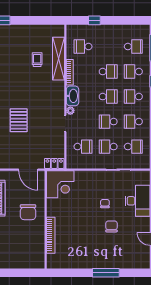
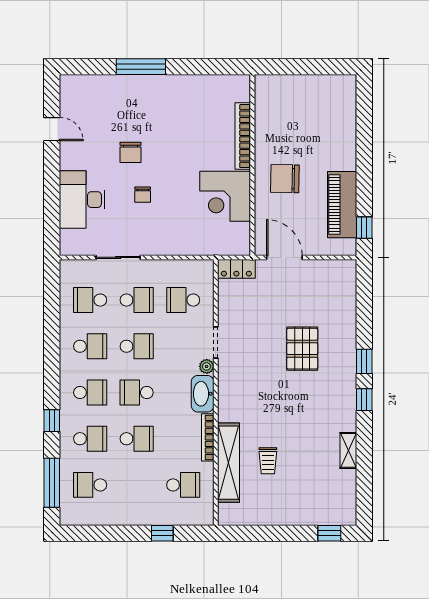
school desk: (108, 72) -> (137, 439), turned 180
corner desk: (60, 184) -> (225, 196), moved, turned -90
chair: (28, 212) -> (285, 179), turned -89

